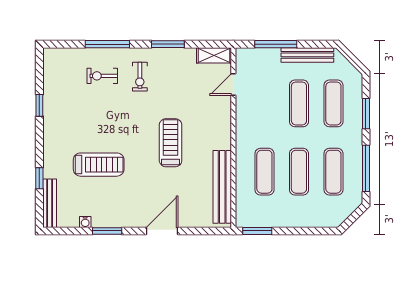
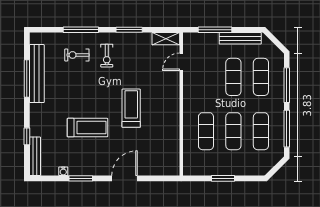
window: (39, 105) -> (27, 78), width x2.17
window: (366, 114) -> (287, 85), width x1.44
treadmill: (99, 165) -> (87, 128), moved
bench: (222, 187) -> (37, 74), moved
window: (257, 231) -> (223, 178), moved

